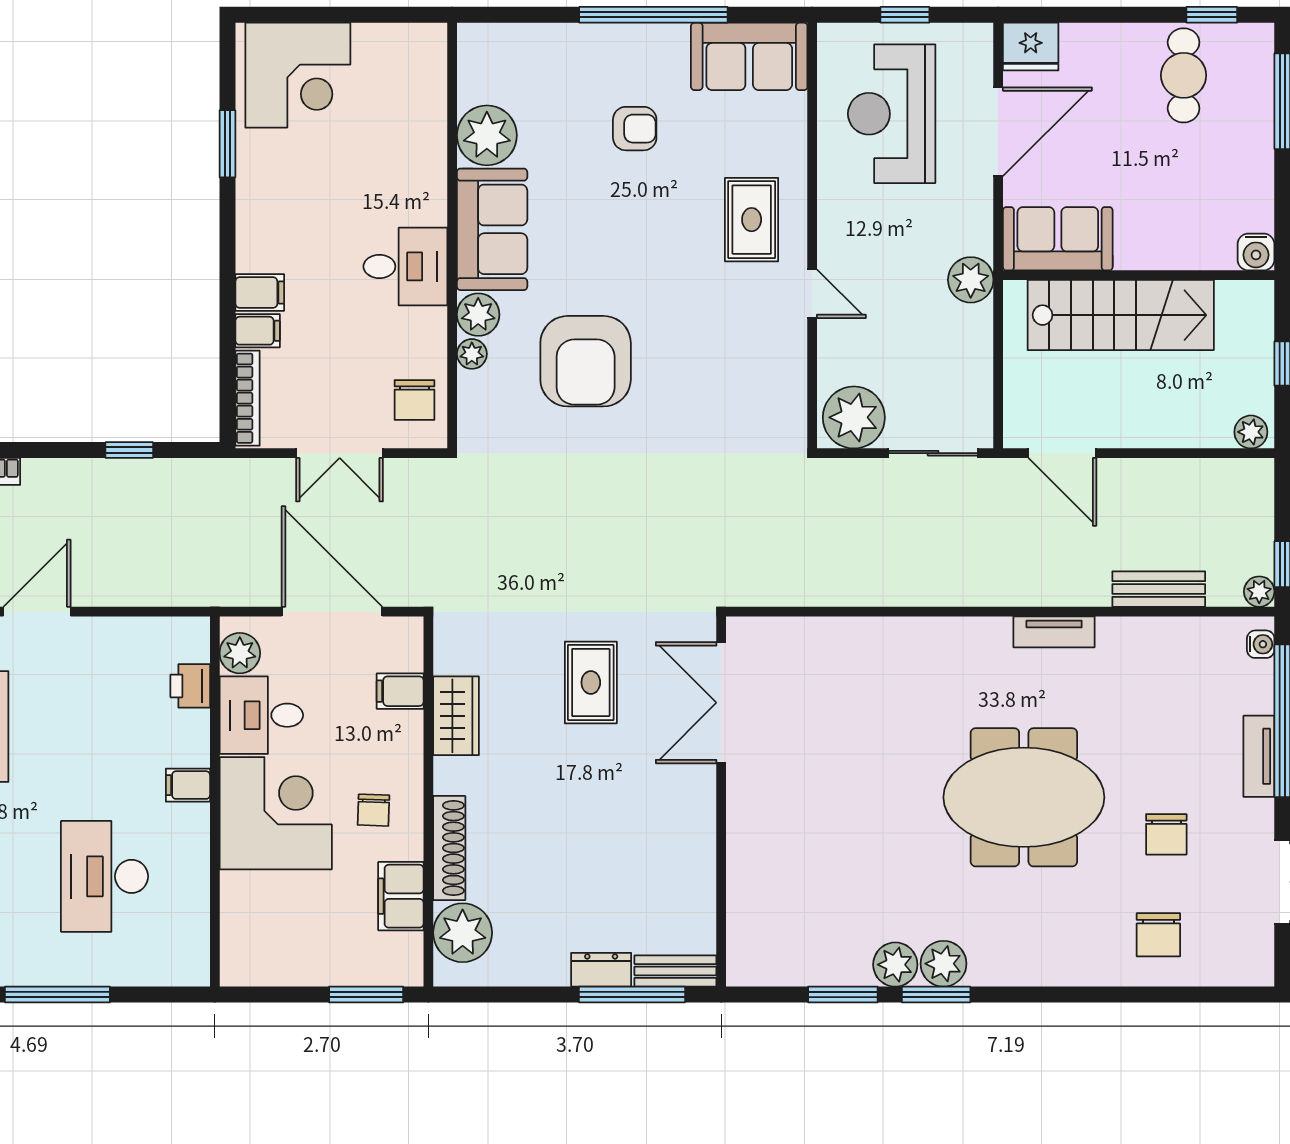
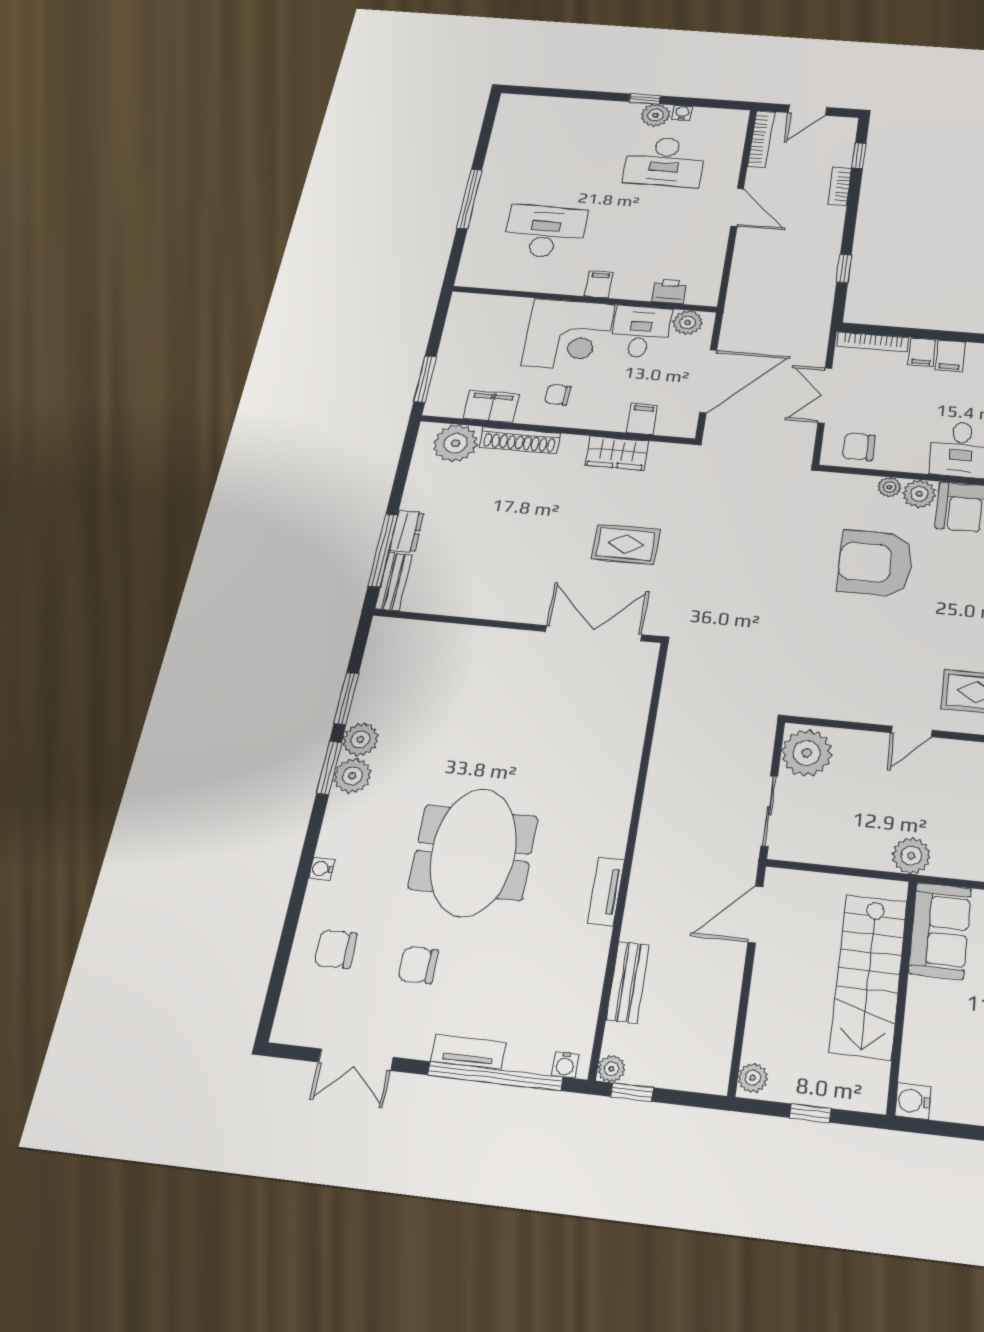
water cooler: (1064, 974) -> (322, 869), added

